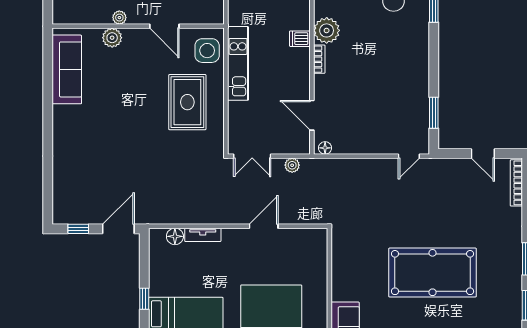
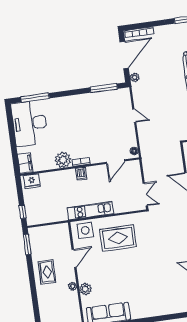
dishwasher: (300, 39) -> (81, 174), moved
window: (434, 113) -> (104, 88), width x1.44
door: (483, 153) -> (124, 55), width x1.88
door: (409, 156) -> (134, 116), moved
plant: (292, 165) -> (135, 78), moved

